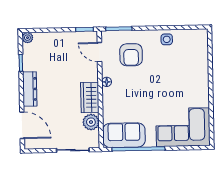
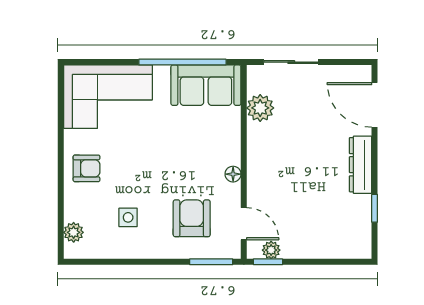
plant: (27, 38) -> (271, 250), moved
side table: (167, 39) -> (128, 217), moved
plant: (202, 45) -> (74, 232), added
armchair: (195, 84) -> (87, 168), added
wardrobe: (90, 97) -> (261, 149), removed

